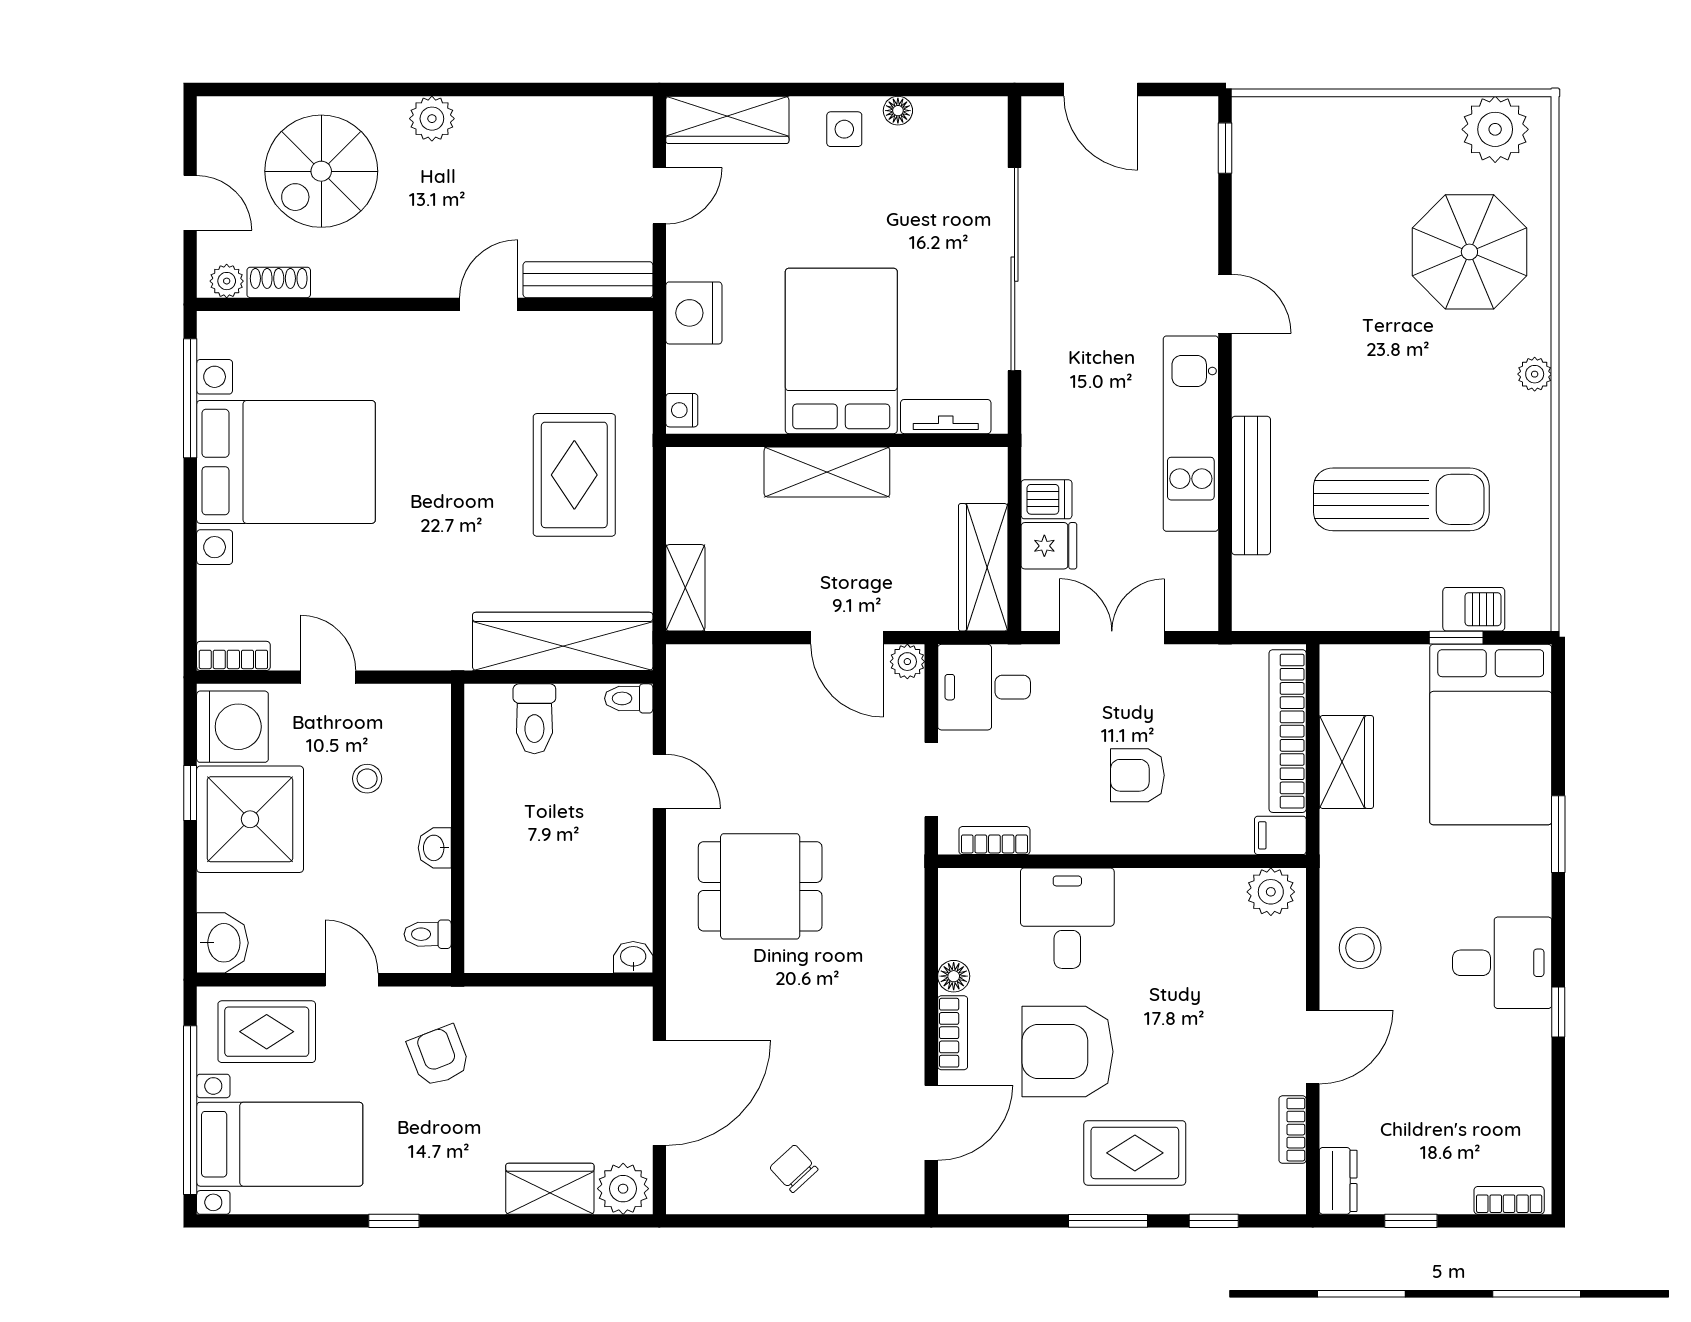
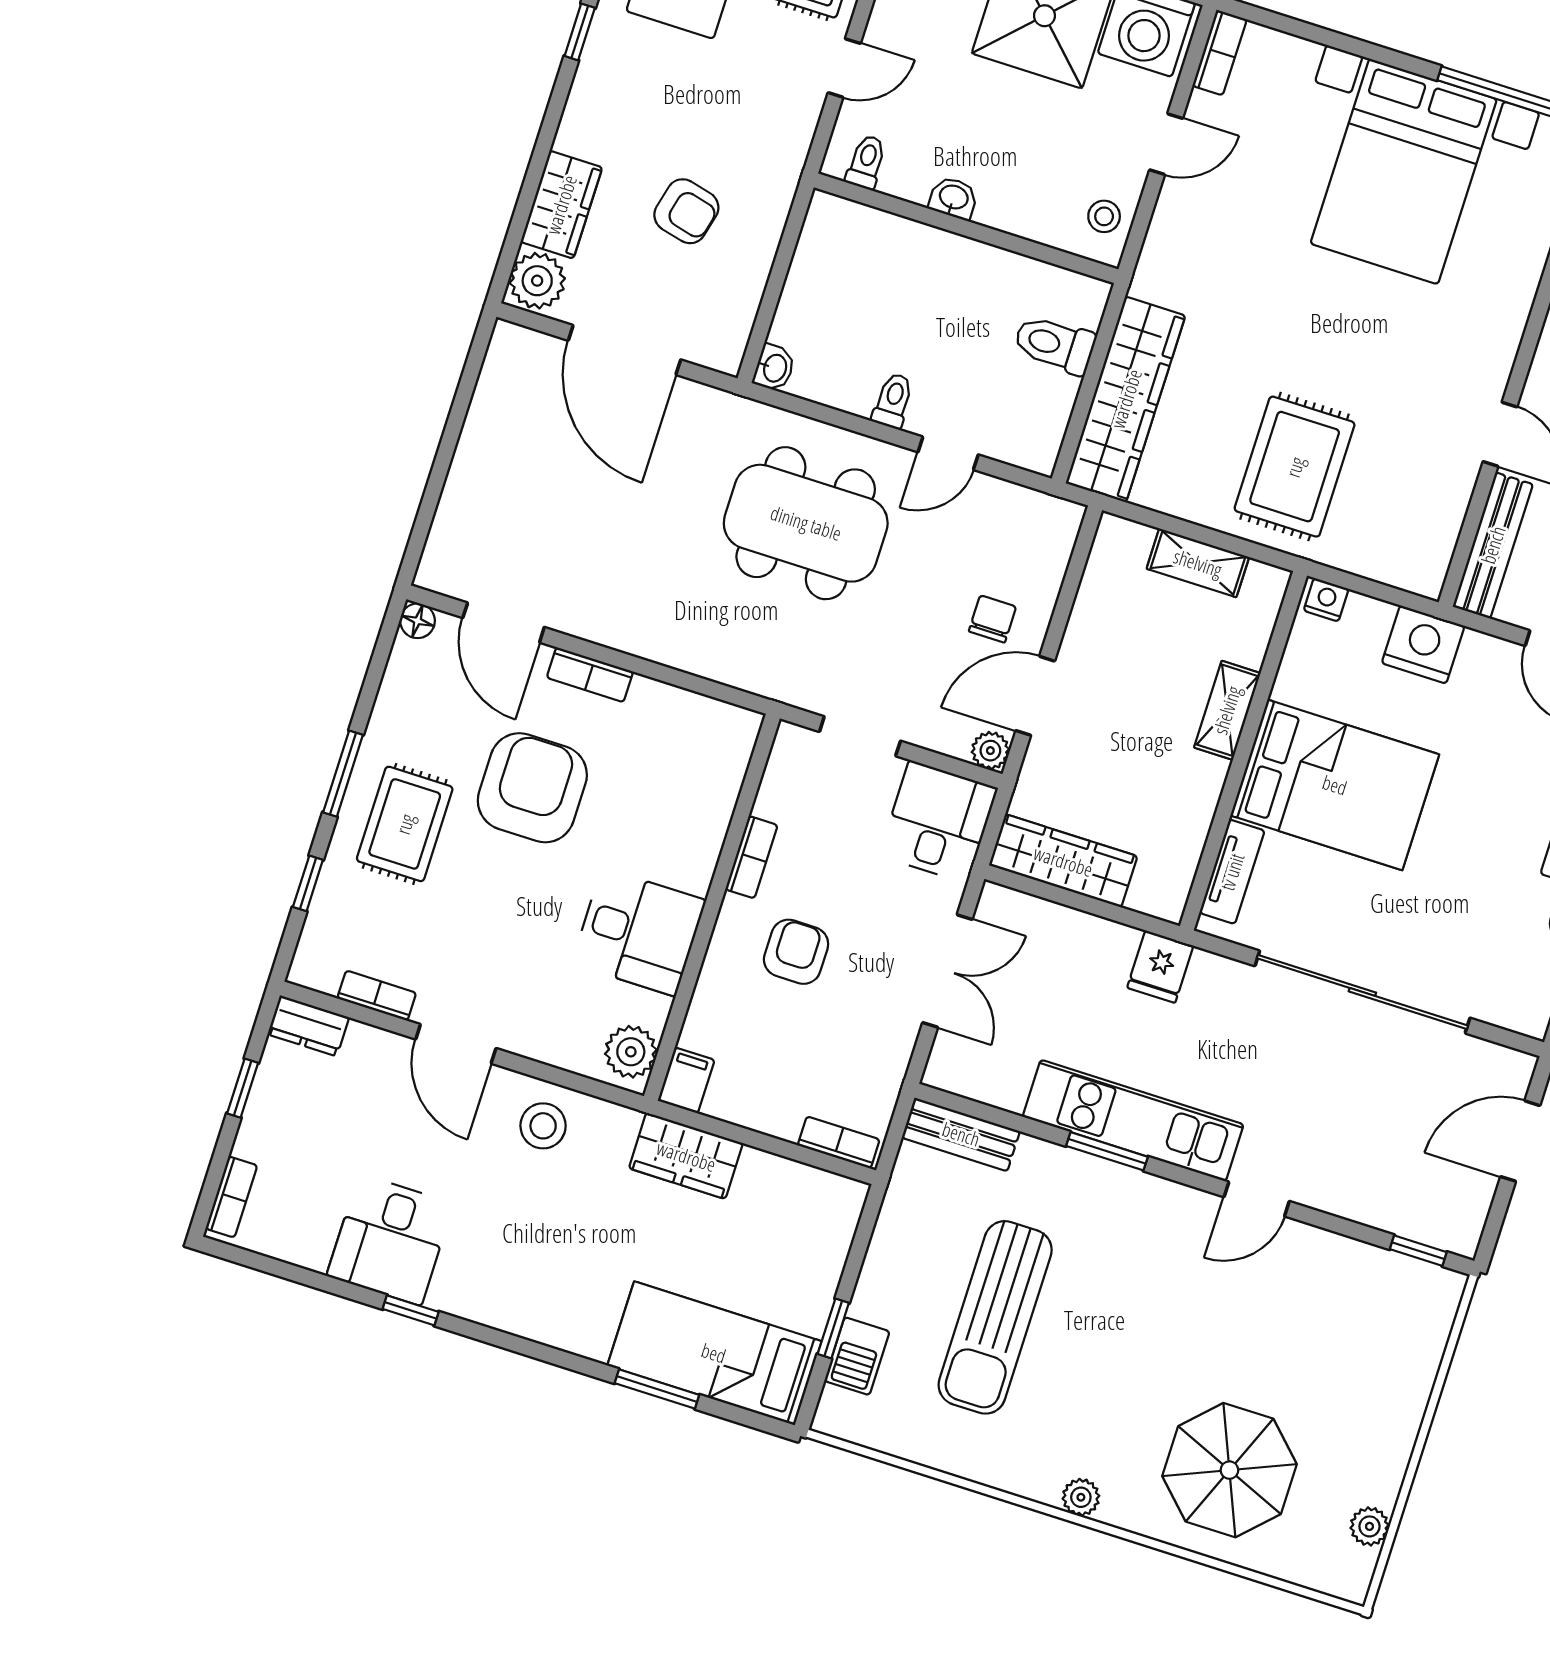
plant: (1495, 129) -> (1369, 1526), width x0.53, depth x0.53
window: (1225, 448) -> (1107, 1151), added
shelving: (827, 472) -> (1227, 710), width x0.67, depth x0.75
rug: (574, 475) -> (1295, 467), turned 90
bench: (1251, 485) -> (961, 1134), moved, width x0.73
dishwasher: (1046, 499) -> (1113, 949), removed
fridge: (1049, 546) -> (1160, 967), moved
shelving: (685, 588) -> (1198, 563), moved
toilet: (629, 698) -> (893, 401), moved
bookcase: (1288, 731) -> (839, 1142), width x0.43, depth x0.76
bed: (1491, 735) -> (714, 1353), width x0.67
wardrobe: (1346, 762) -> (686, 1156), moved
stool: (367, 779) -> (1104, 216), moved
window: (1558, 834) -> (657, 1389), moved
bookcase: (994, 841) -> (751, 857), moved
dining table: (760, 886) -> (806, 523), width x1.38
desk: (1067, 918) -> (639, 932), moved
desk: (1502, 963) -> (390, 1240), moved
floor lamp: (954, 976) -> (418, 621), moved
armchair: (439, 1056) -> (686, 211), moved, turned 35
chair: (794, 1169) -> (992, 619), moved, turned -47

